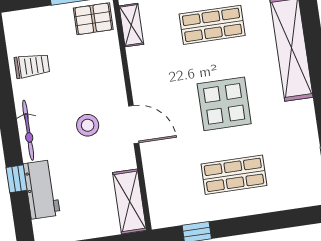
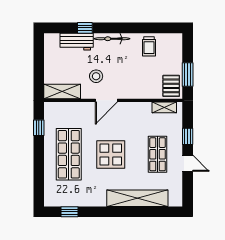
stool: (88, 125) -> (96, 76), moved
shop shelf: (234, 175) -> (69, 154), width x1.43, depth x1.36

